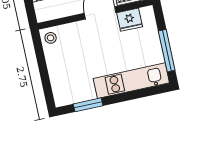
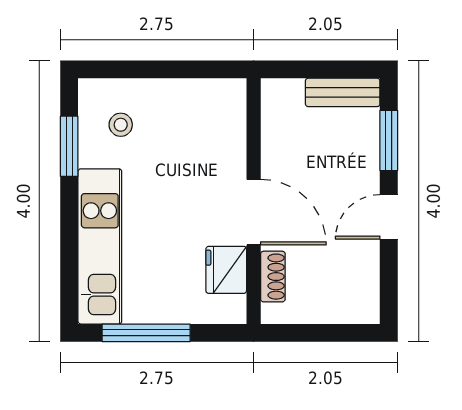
stool: (51, 38) -> (121, 125), moved

